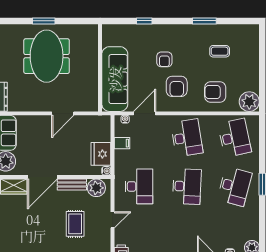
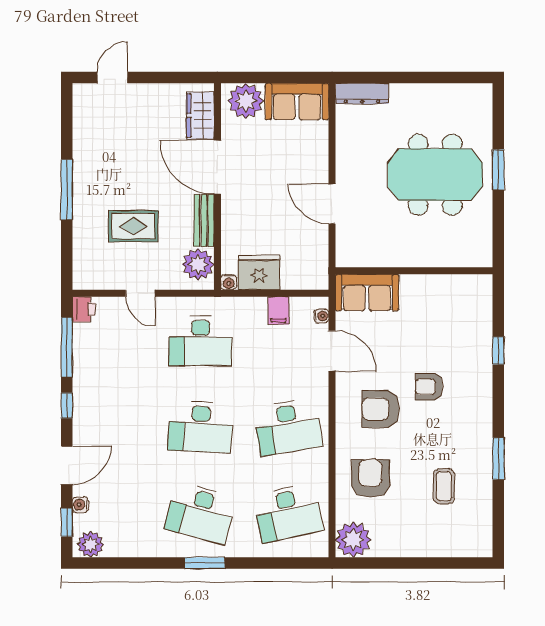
sofa: (115, 79) -> (367, 292), width x0.54, depth x0.79

